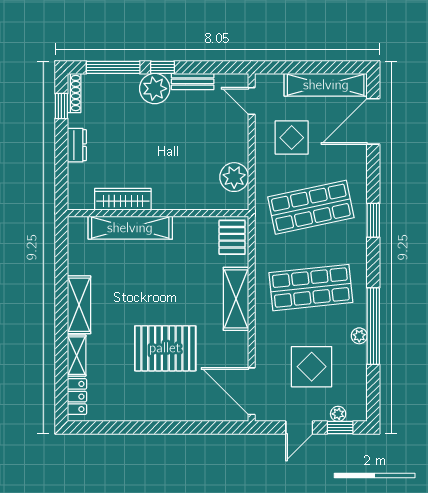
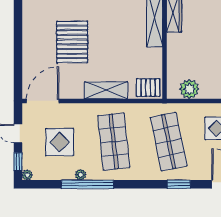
window: (373, 220) -> (179, 184), moved
plant: (338, 414) -> (27, 175), moved

